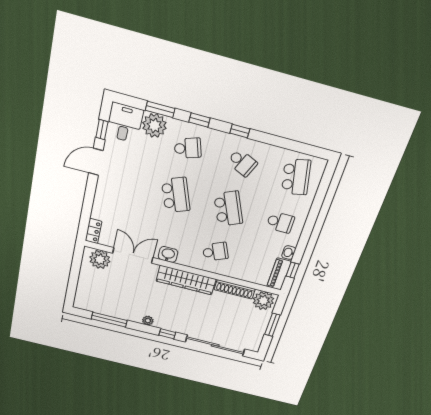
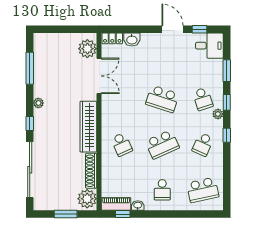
plant: (154, 125) -> (218, 114), moved, width x0.53, depth x0.53
school desk: (176, 195) -> (162, 99), turned 39
washbasin: (168, 254) -> (132, 40), moved, turned 90

